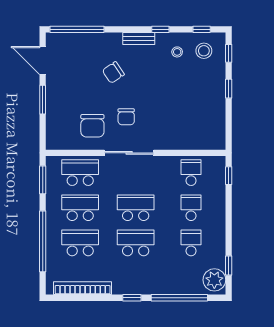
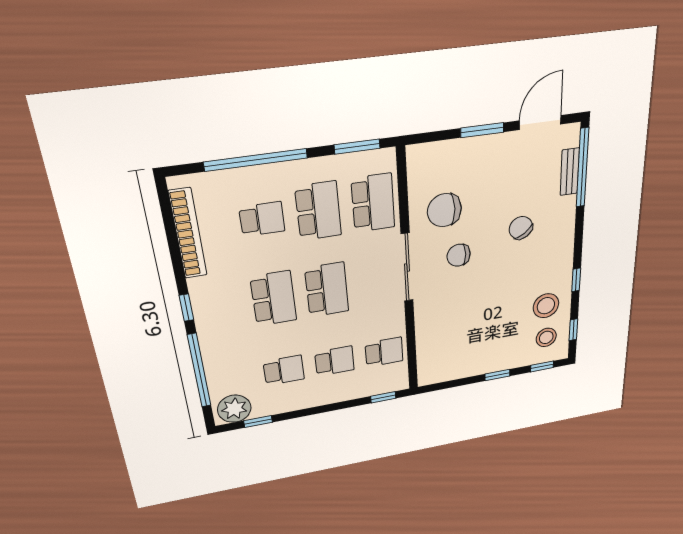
bench: (139, 39) -> (570, 172), moved
stool: (177, 52) -> (546, 306), width x1.89, depth x1.89
school desk: (80, 243) -> (262, 219), width x0.54

